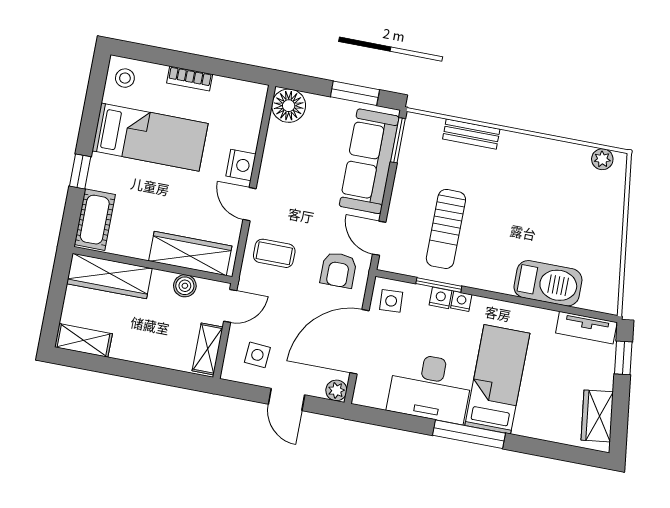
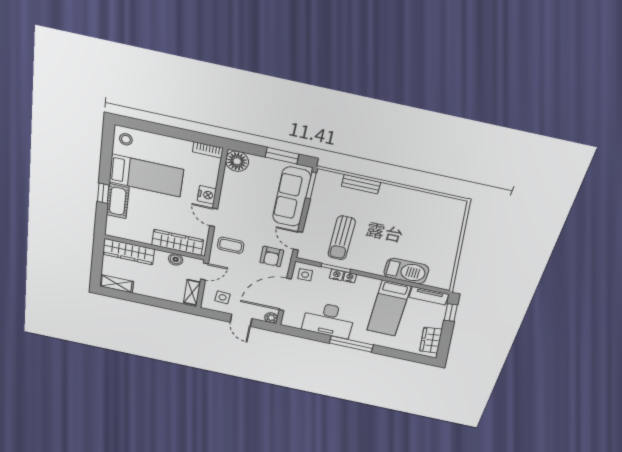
bookcase: (190, 79) -> (208, 150), moved
plant: (602, 159) -> (450, 204), removed
cot: (95, 220) -> (118, 201), moved
bed: (497, 379) -> (389, 308), moved, turned 180

